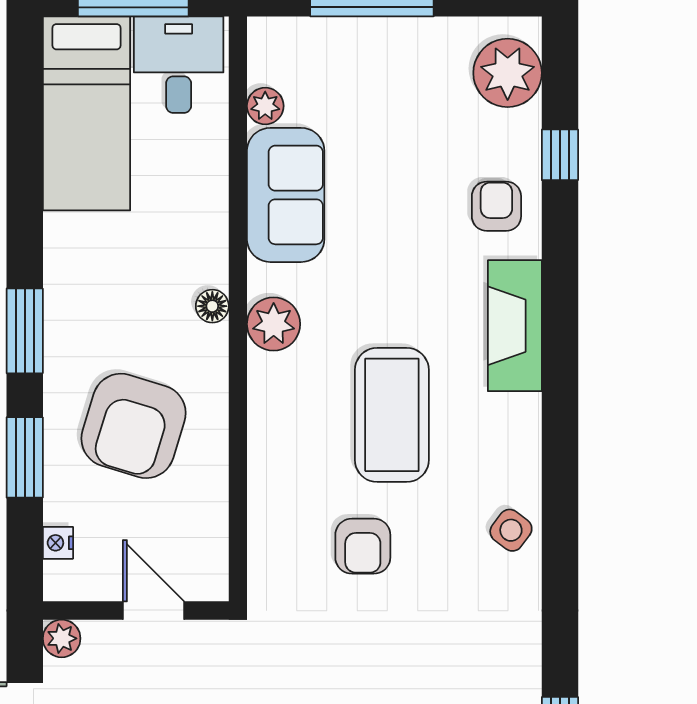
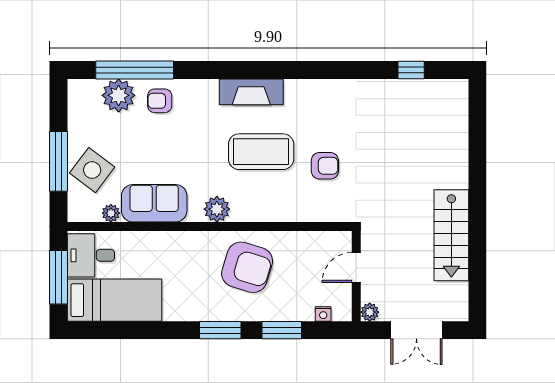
plant: (508, 73) -> (119, 95), moved
window: (560, 155) -> (135, 70), width x3.17
floor lamp: (212, 306) -> (208, 239), removed
fireplace: (515, 326) -> (251, 92), moved
armchair: (134, 426) -> (247, 267), moved
side table: (511, 530) -> (92, 170), moved, width x1.87, depth x1.87

